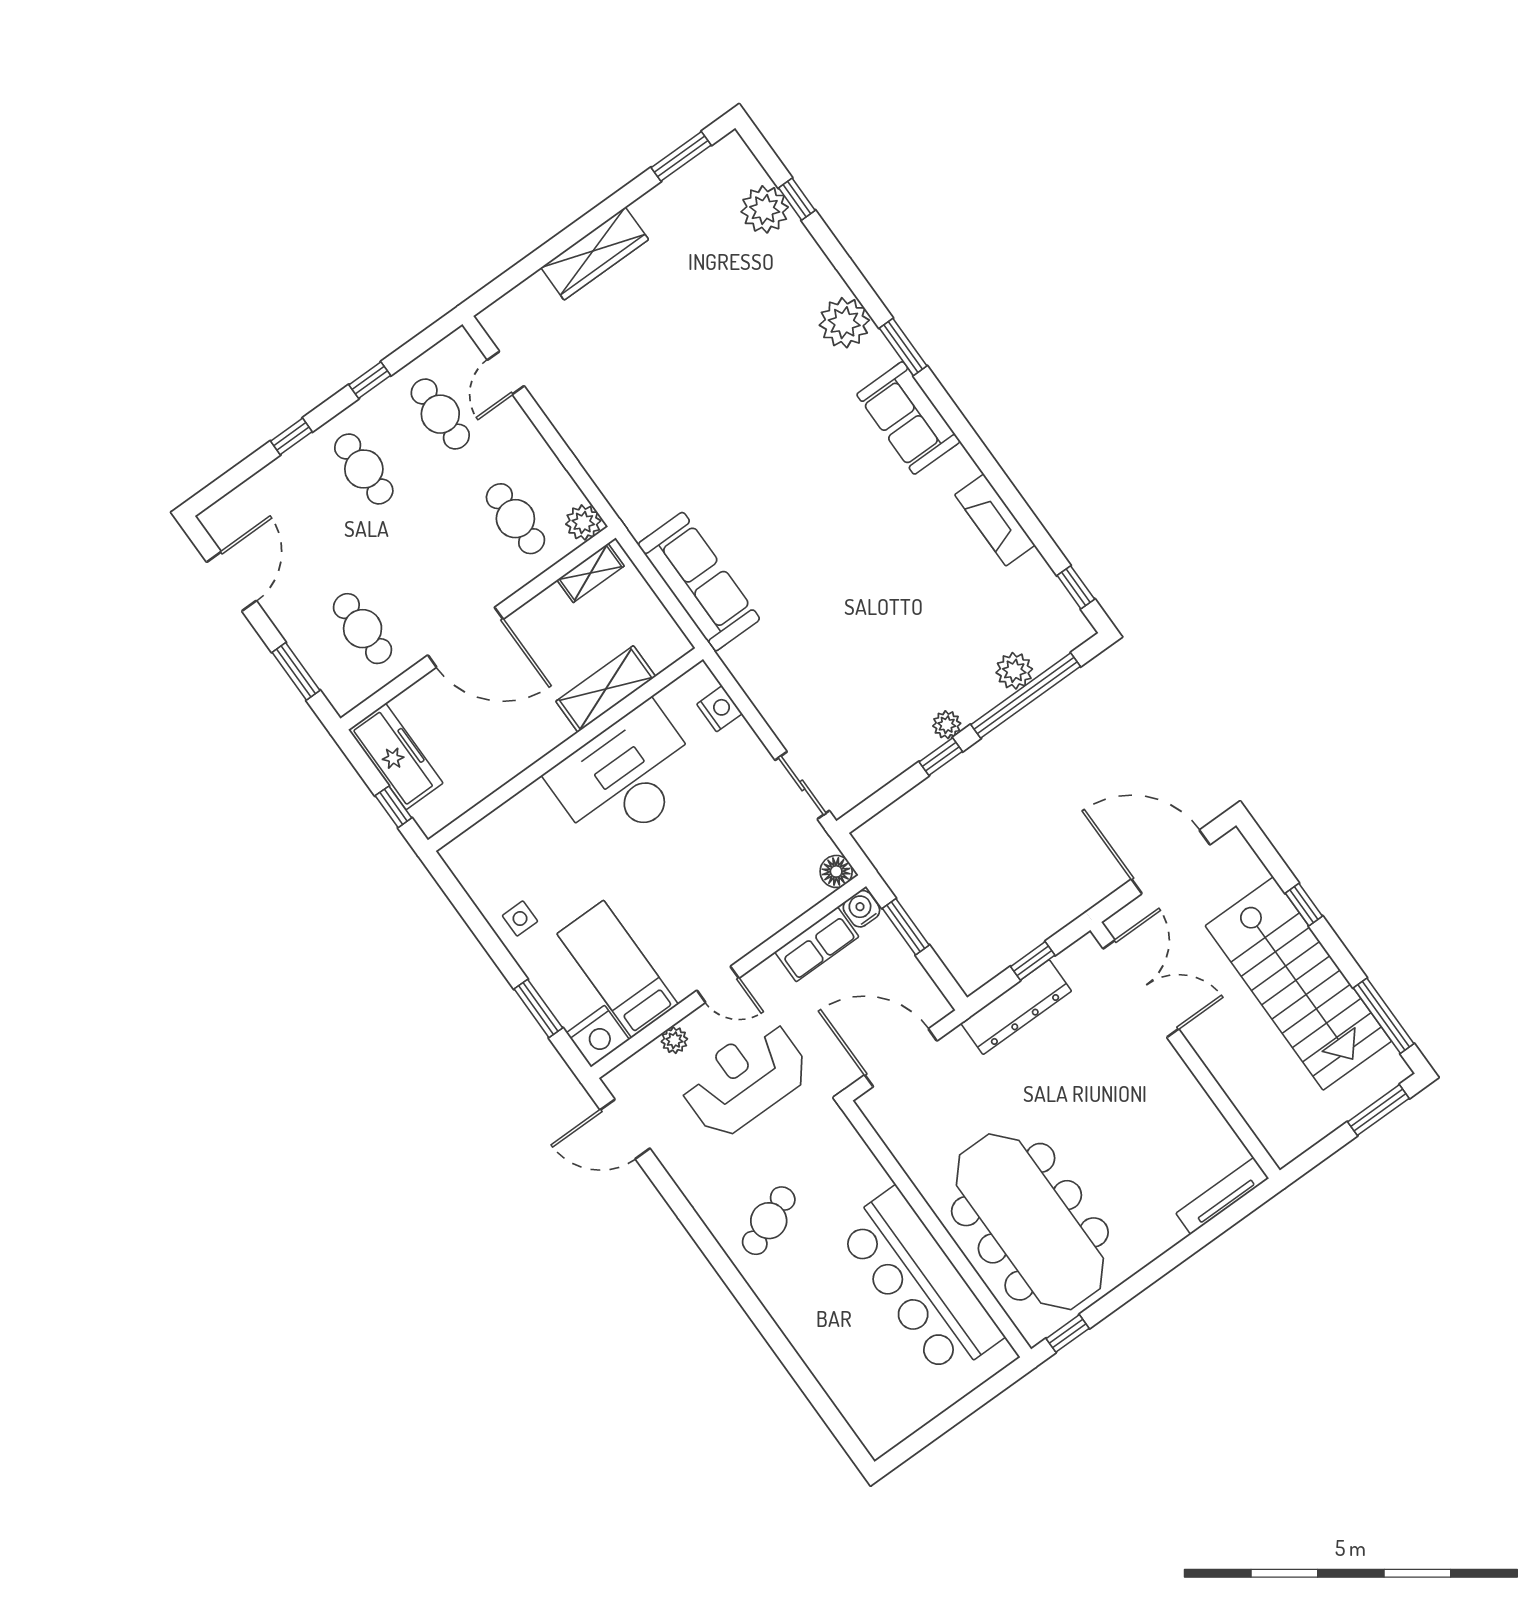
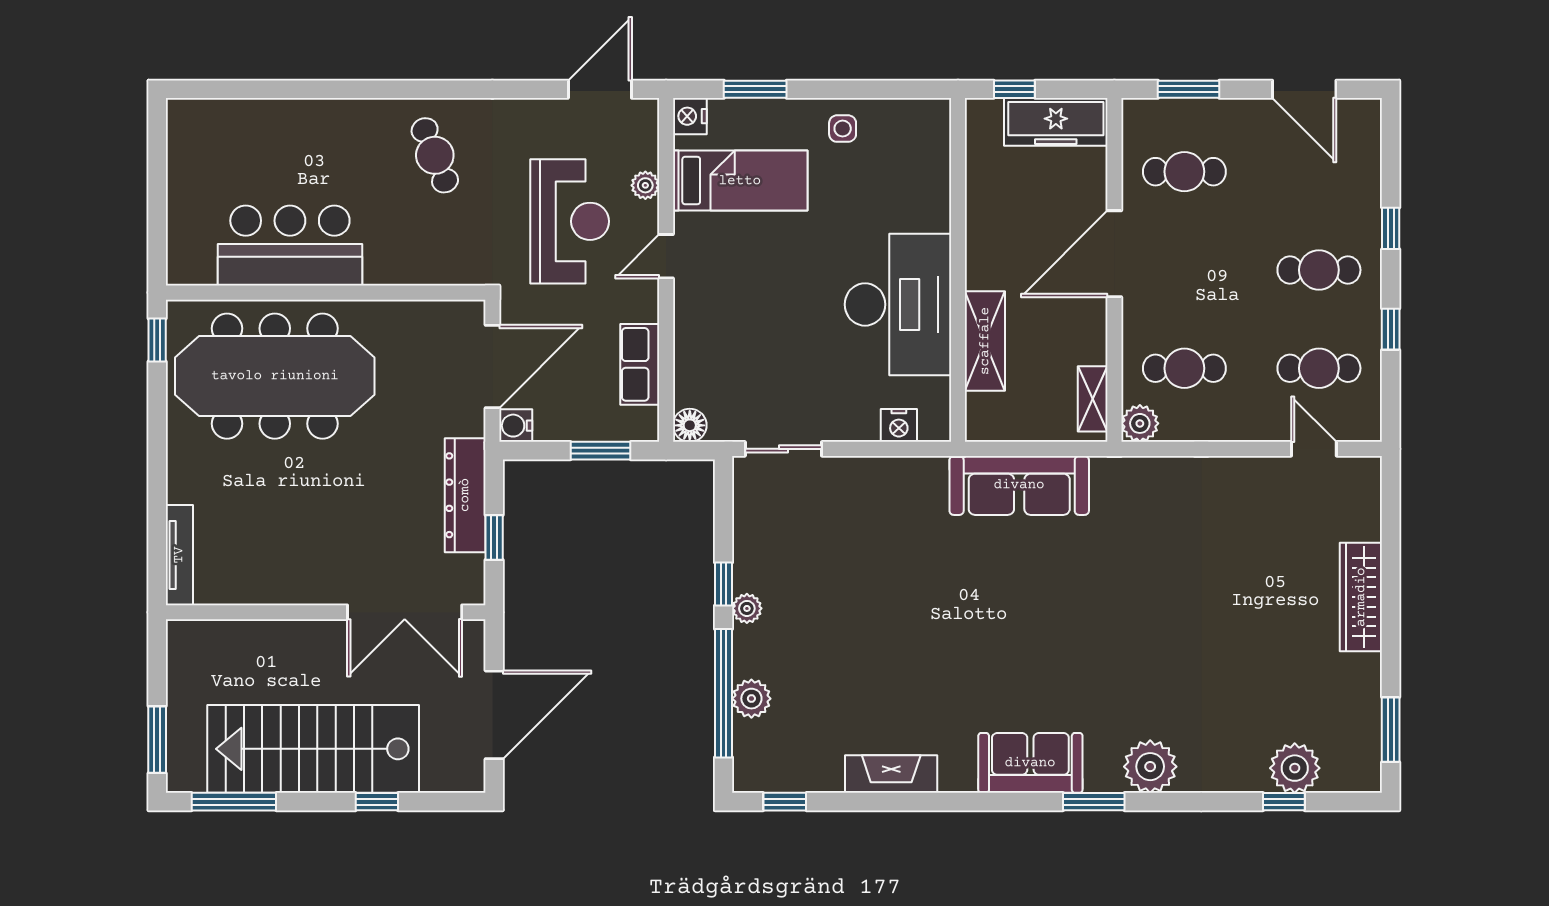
water cooler: (861, 909) -> (516, 426), moved, turned 180
nightstand: (598, 1036) -> (690, 116), width x0.74, depth x0.75
bar counter: (920, 1283) -> (290, 245), width x0.73

